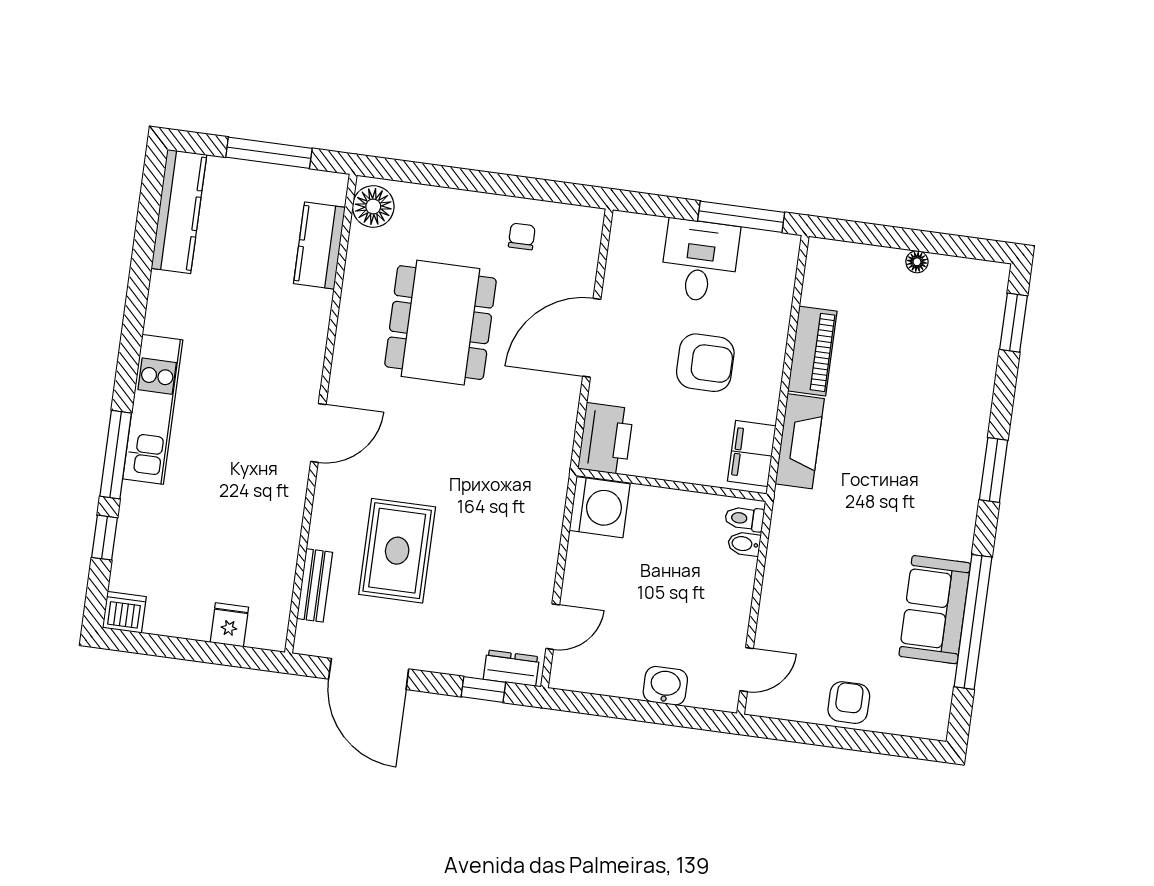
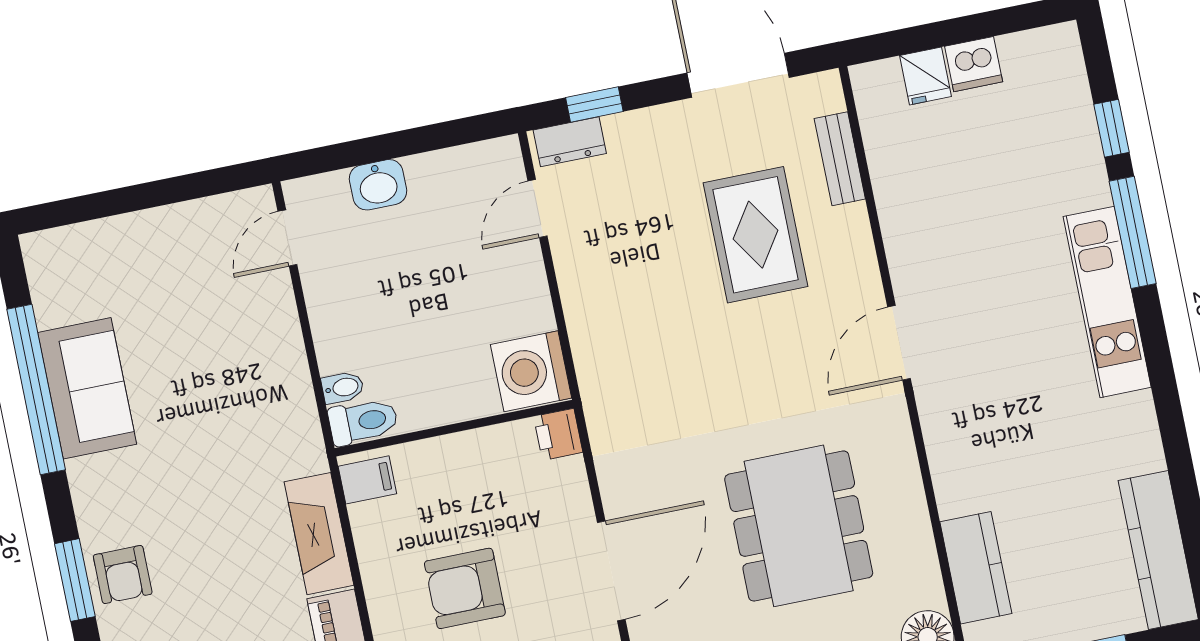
printer: (606, 439) -> (558, 434), width x0.53, depth x0.68
filing cabinet: (752, 453) -> (367, 480), width x0.50
toilet: (744, 519) -> (363, 422), width x1.37, depth x1.39
dishwasher: (124, 612) -> (974, 64), moved
armchair: (849, 703) -> (123, 575), moved

